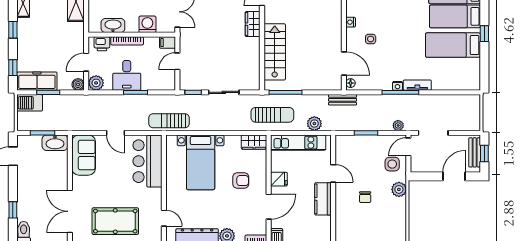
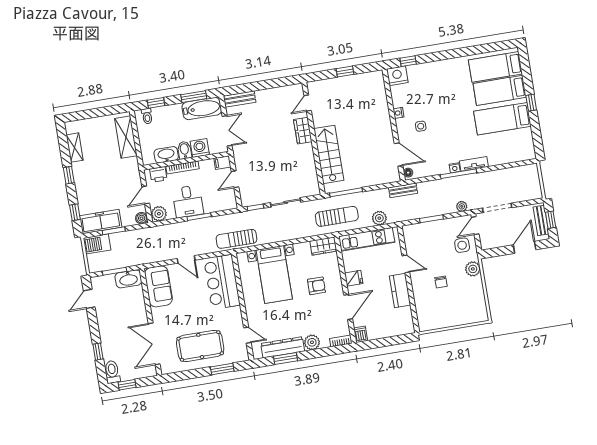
bidet: (132, 24) -> (184, 150), added

